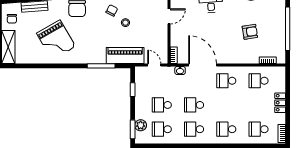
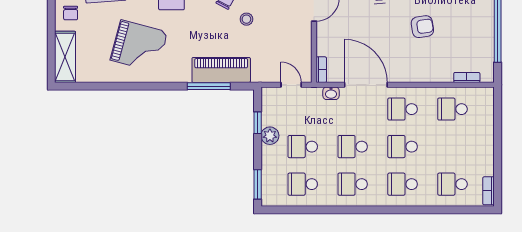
armchair: (250, 32) -> (422, 27), moved
grand piano: (56, 40) -> (139, 46), turned -45
piano: (125, 55) -> (221, 70), moved
locker: (280, 103) -> (486, 143), removed
school desk: (226, 105) -> (403, 147), added
plant: (141, 125) -> (270, 136), moved

